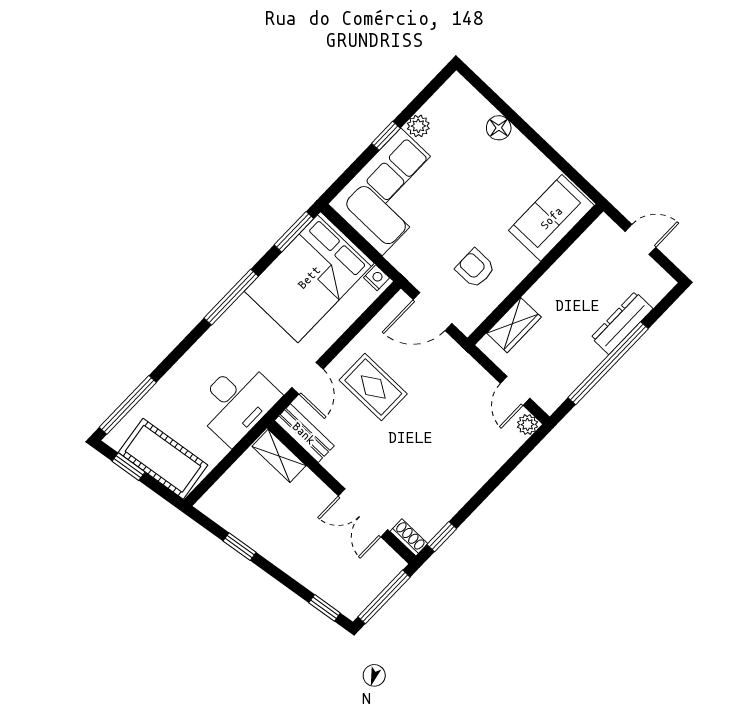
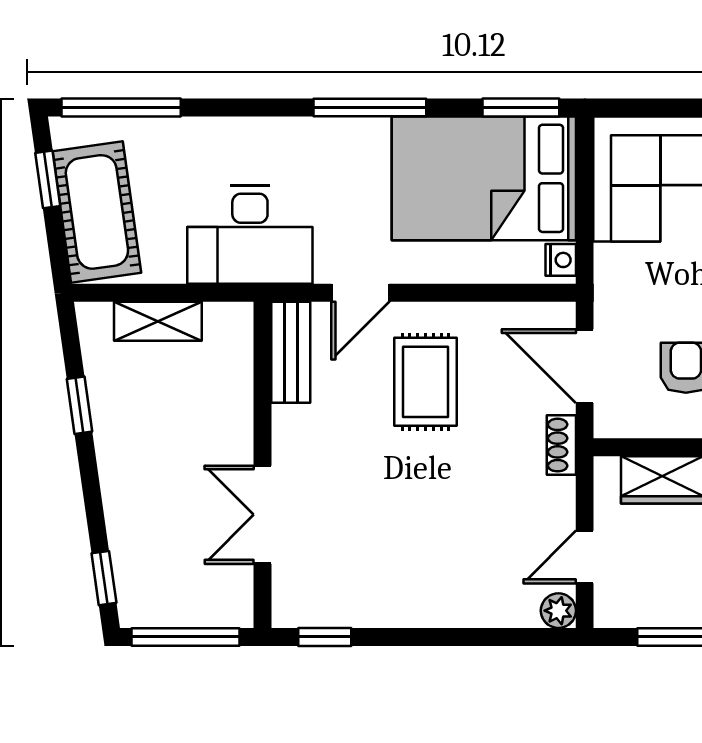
shelving: (279, 456) -> (158, 321), moved, turned 90
shoe rack: (409, 537) -> (561, 445), moved, turned 180

